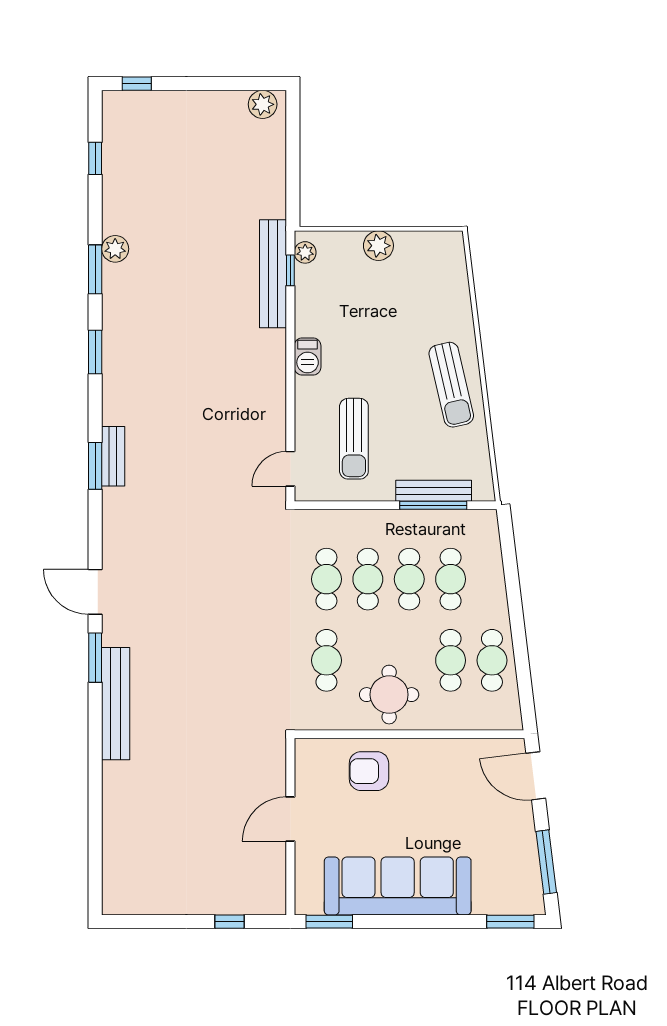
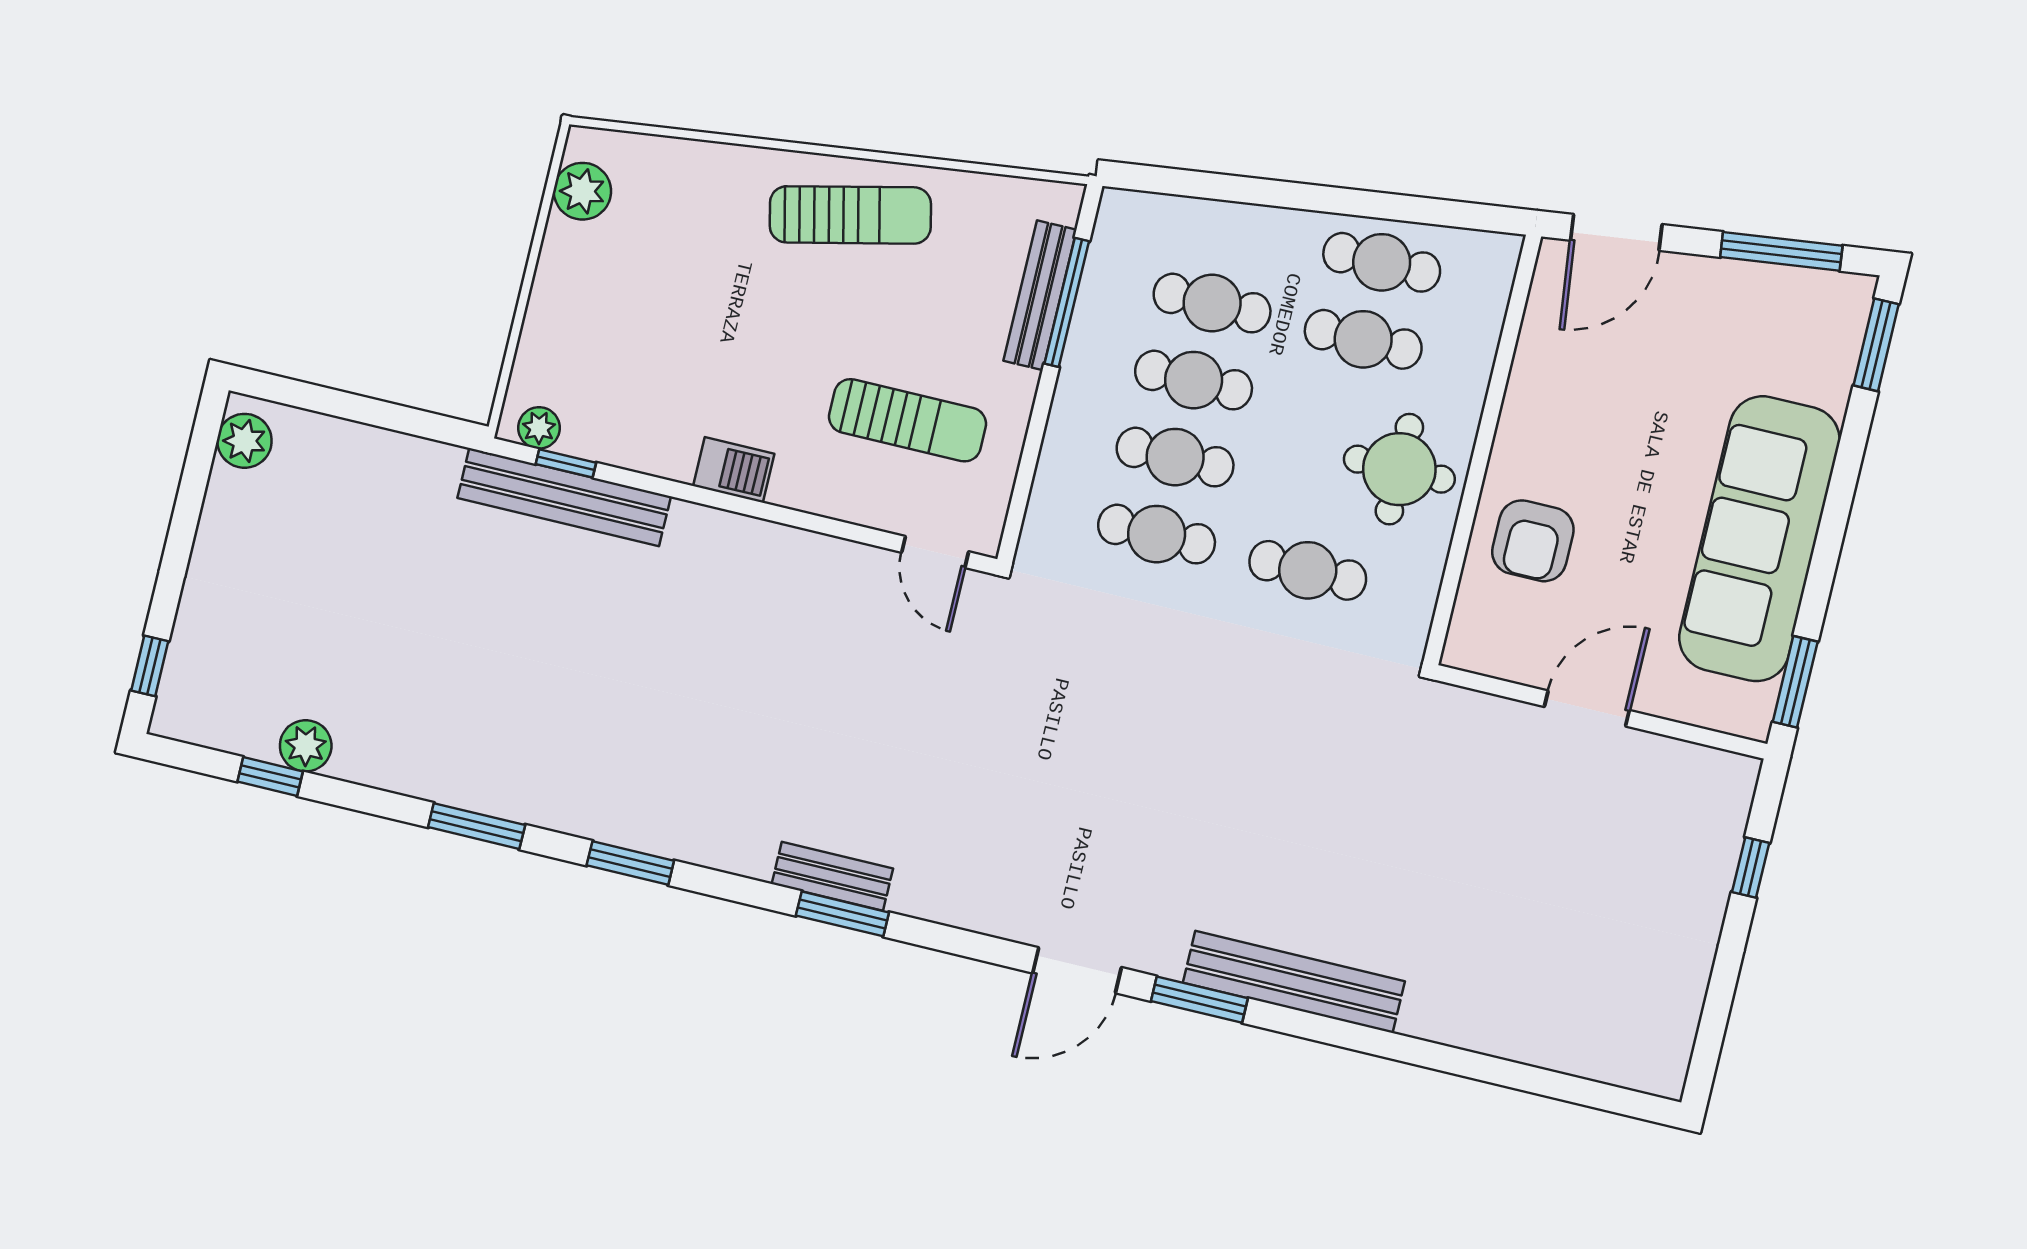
plant: (378, 246) -> (582, 191), moved
plant: (115, 249) -> (306, 746), moved
door: (290, 819) -> (1587, 708), swing flipped

